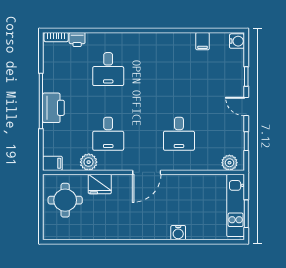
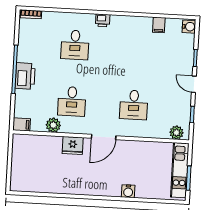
printer: (77, 39) -> (103, 20), moved
fridge: (100, 184) -> (73, 146), moved
round table: (65, 200) -> (31, 157), removed

